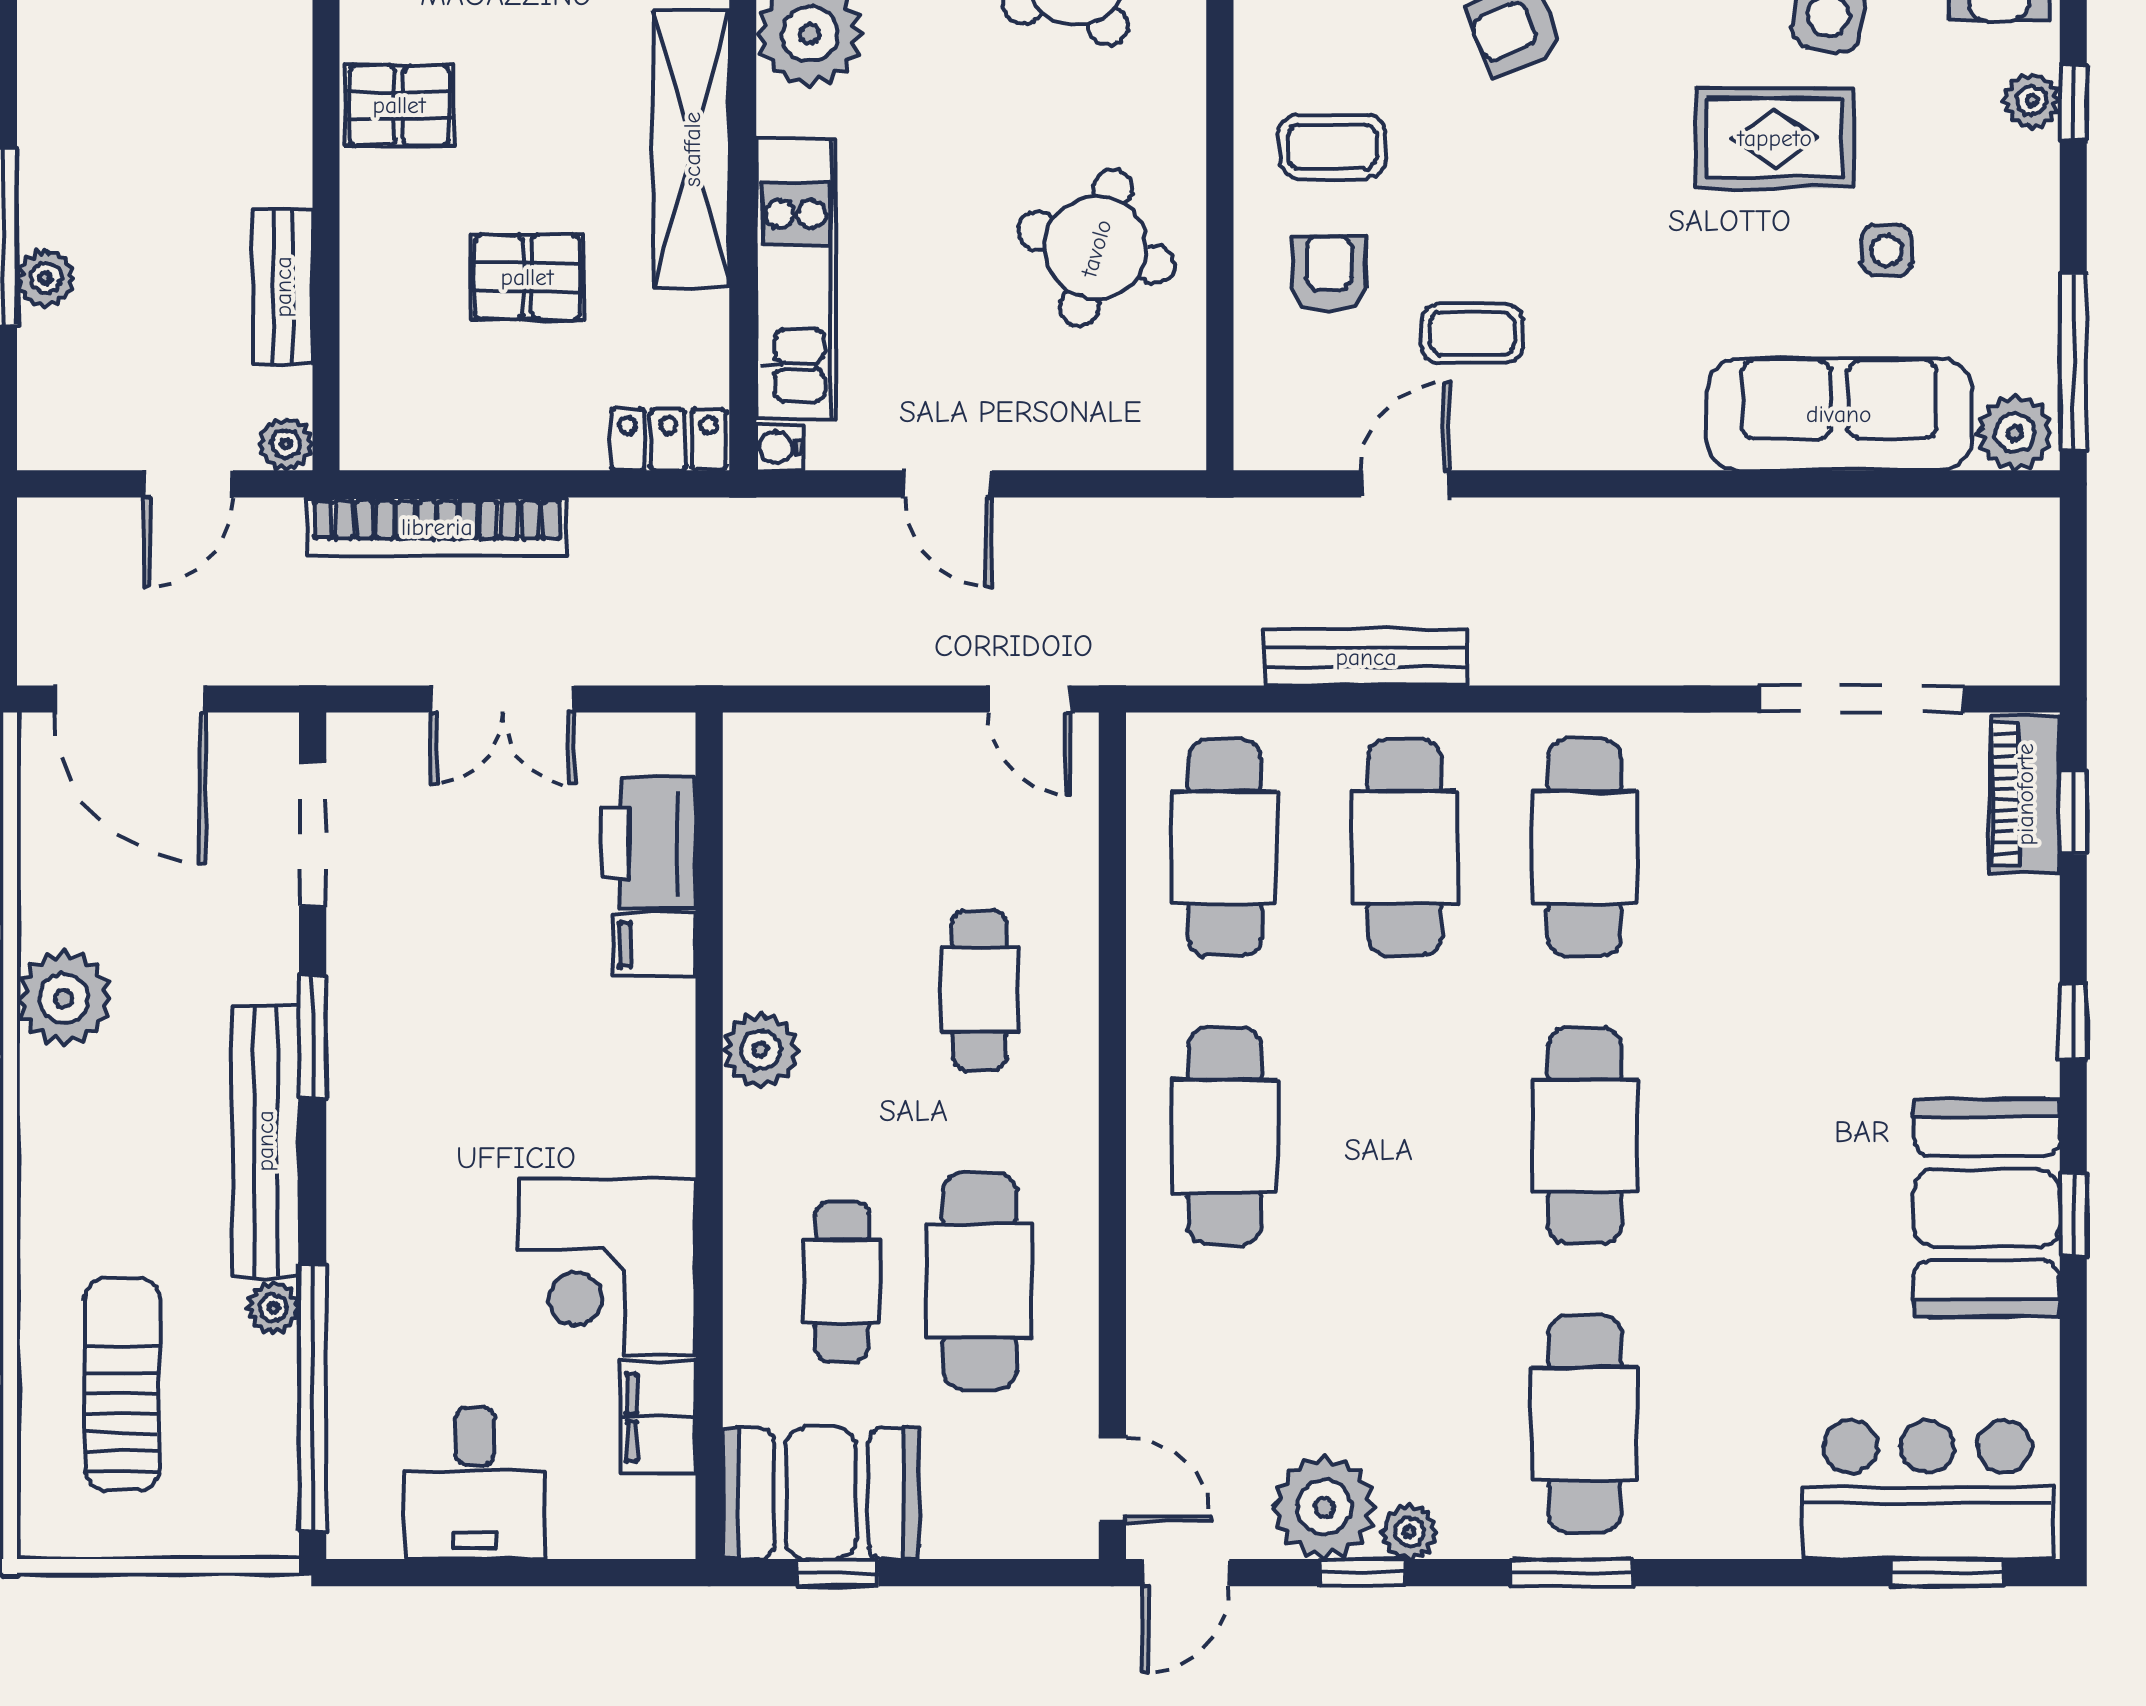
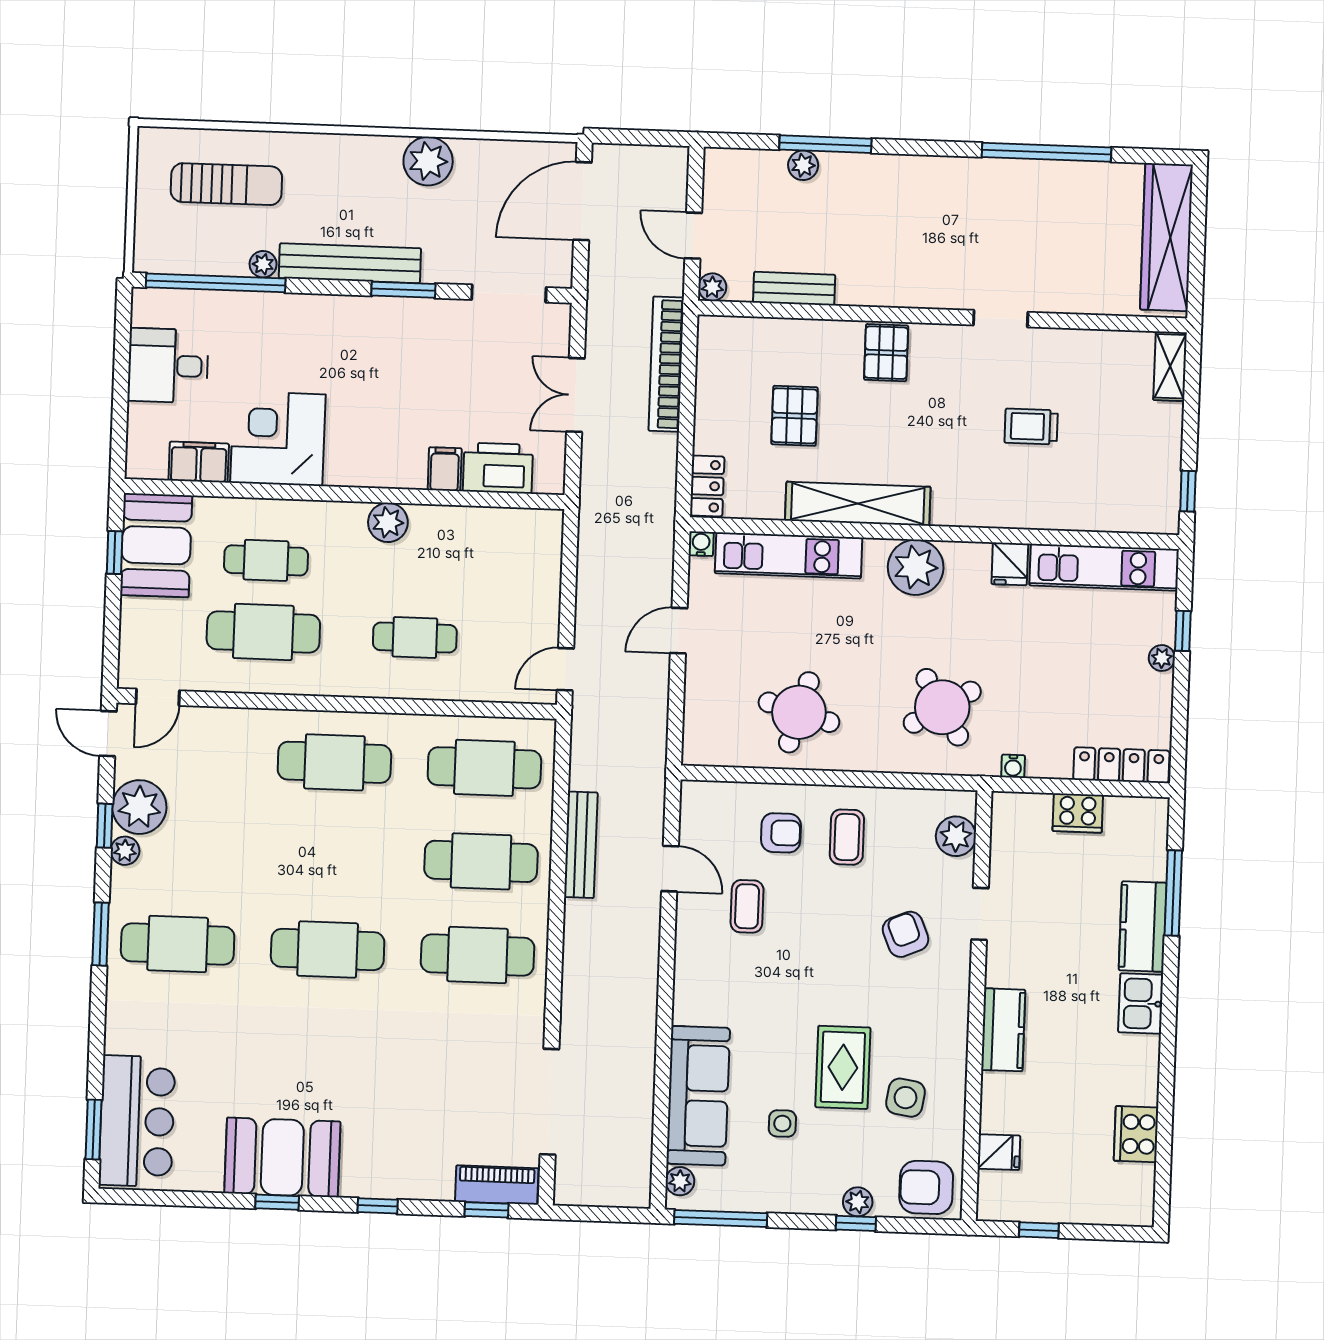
plant: (2015, 433) -> (680, 1181), width x0.73, depth x0.73

